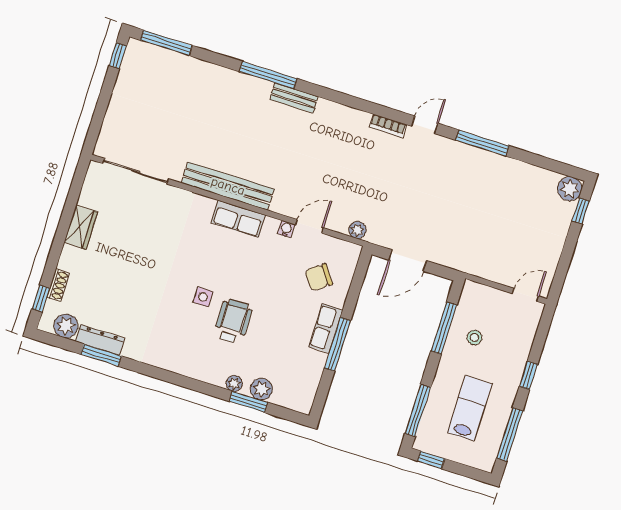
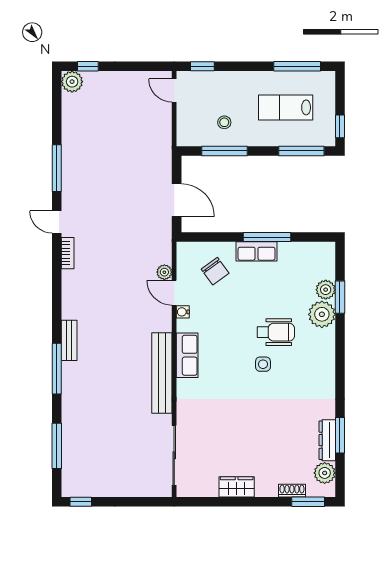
window: (166, 43) -> (57, 446), moved
plant: (357, 230) -> (164, 272), moved
window: (41, 299) -> (308, 502), width x1.50
wheelchair: (233, 321) -> (276, 332), turned 180
window: (528, 375) -> (202, 66), moved
plant: (234, 383) -> (322, 314), width x1.87, depth x1.87

